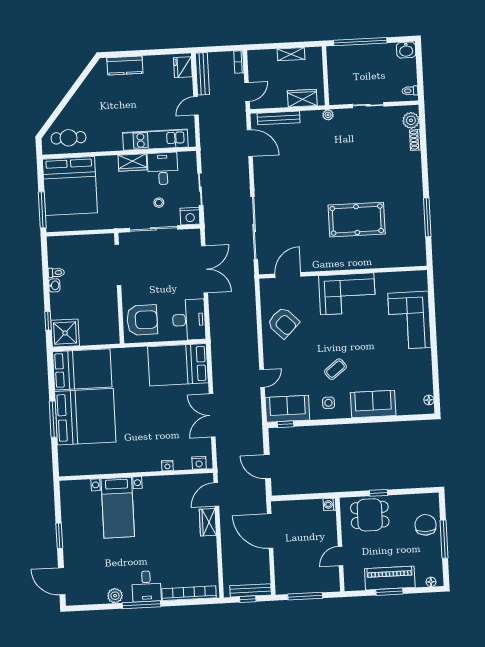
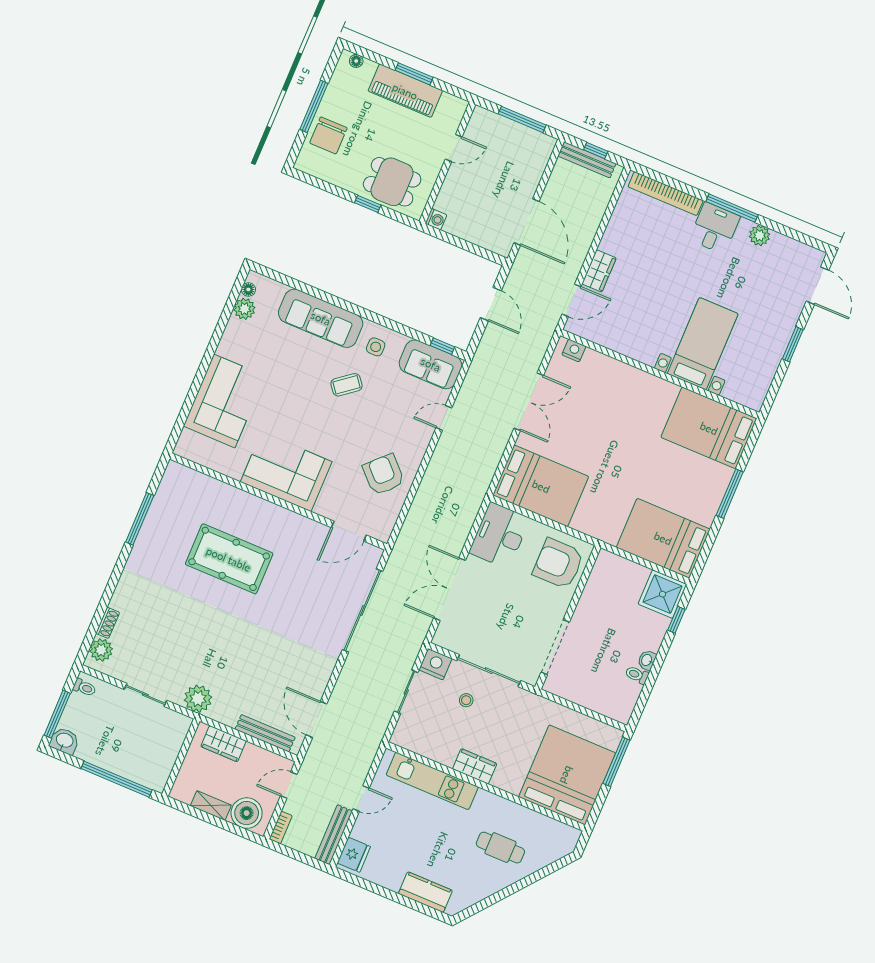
boiler: (265, 60) -> (247, 813), added
window: (419, 65) -> (57, 714), added
plant: (328, 115) -> (198, 699), width x1.88, depth x1.88
cafe table: (69, 138) -> (500, 848), moved
desk: (163, 169) -> (441, 740), removed
plant: (425, 386) -> (244, 309), added
sofa: (373, 404) -> (321, 318), width x1.36
bed: (85, 417) -> (709, 428), moved, width x0.73
nightstand: (167, 466) -> (615, 366), removed

